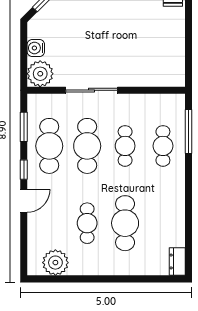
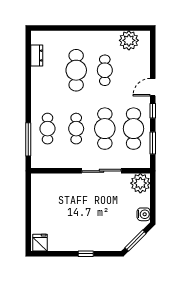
water cooler: (36, 48) -> (144, 214), moved
dresser: (177, 261) -> (37, 56), moved

